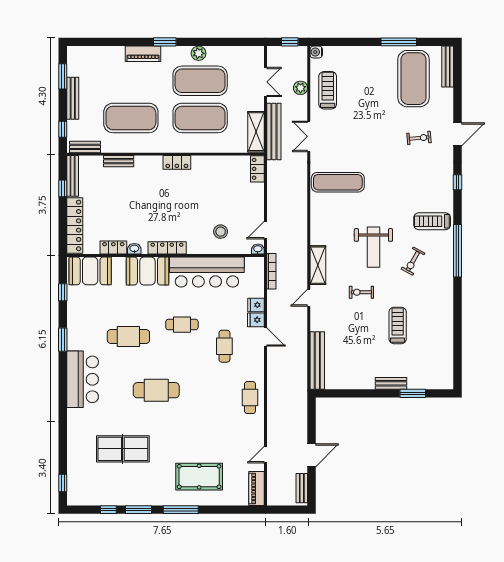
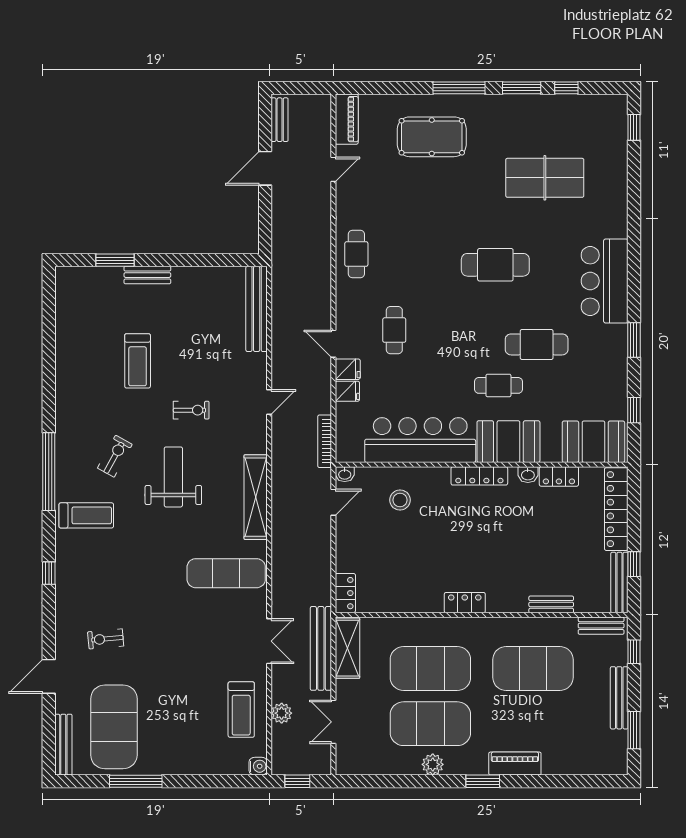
door: (457, 134) -> (49, 676), moved
shelving: (318, 265) -> (256, 497), moved, width x1.47
cafe table: (182, 325) -> (498, 385), moved

